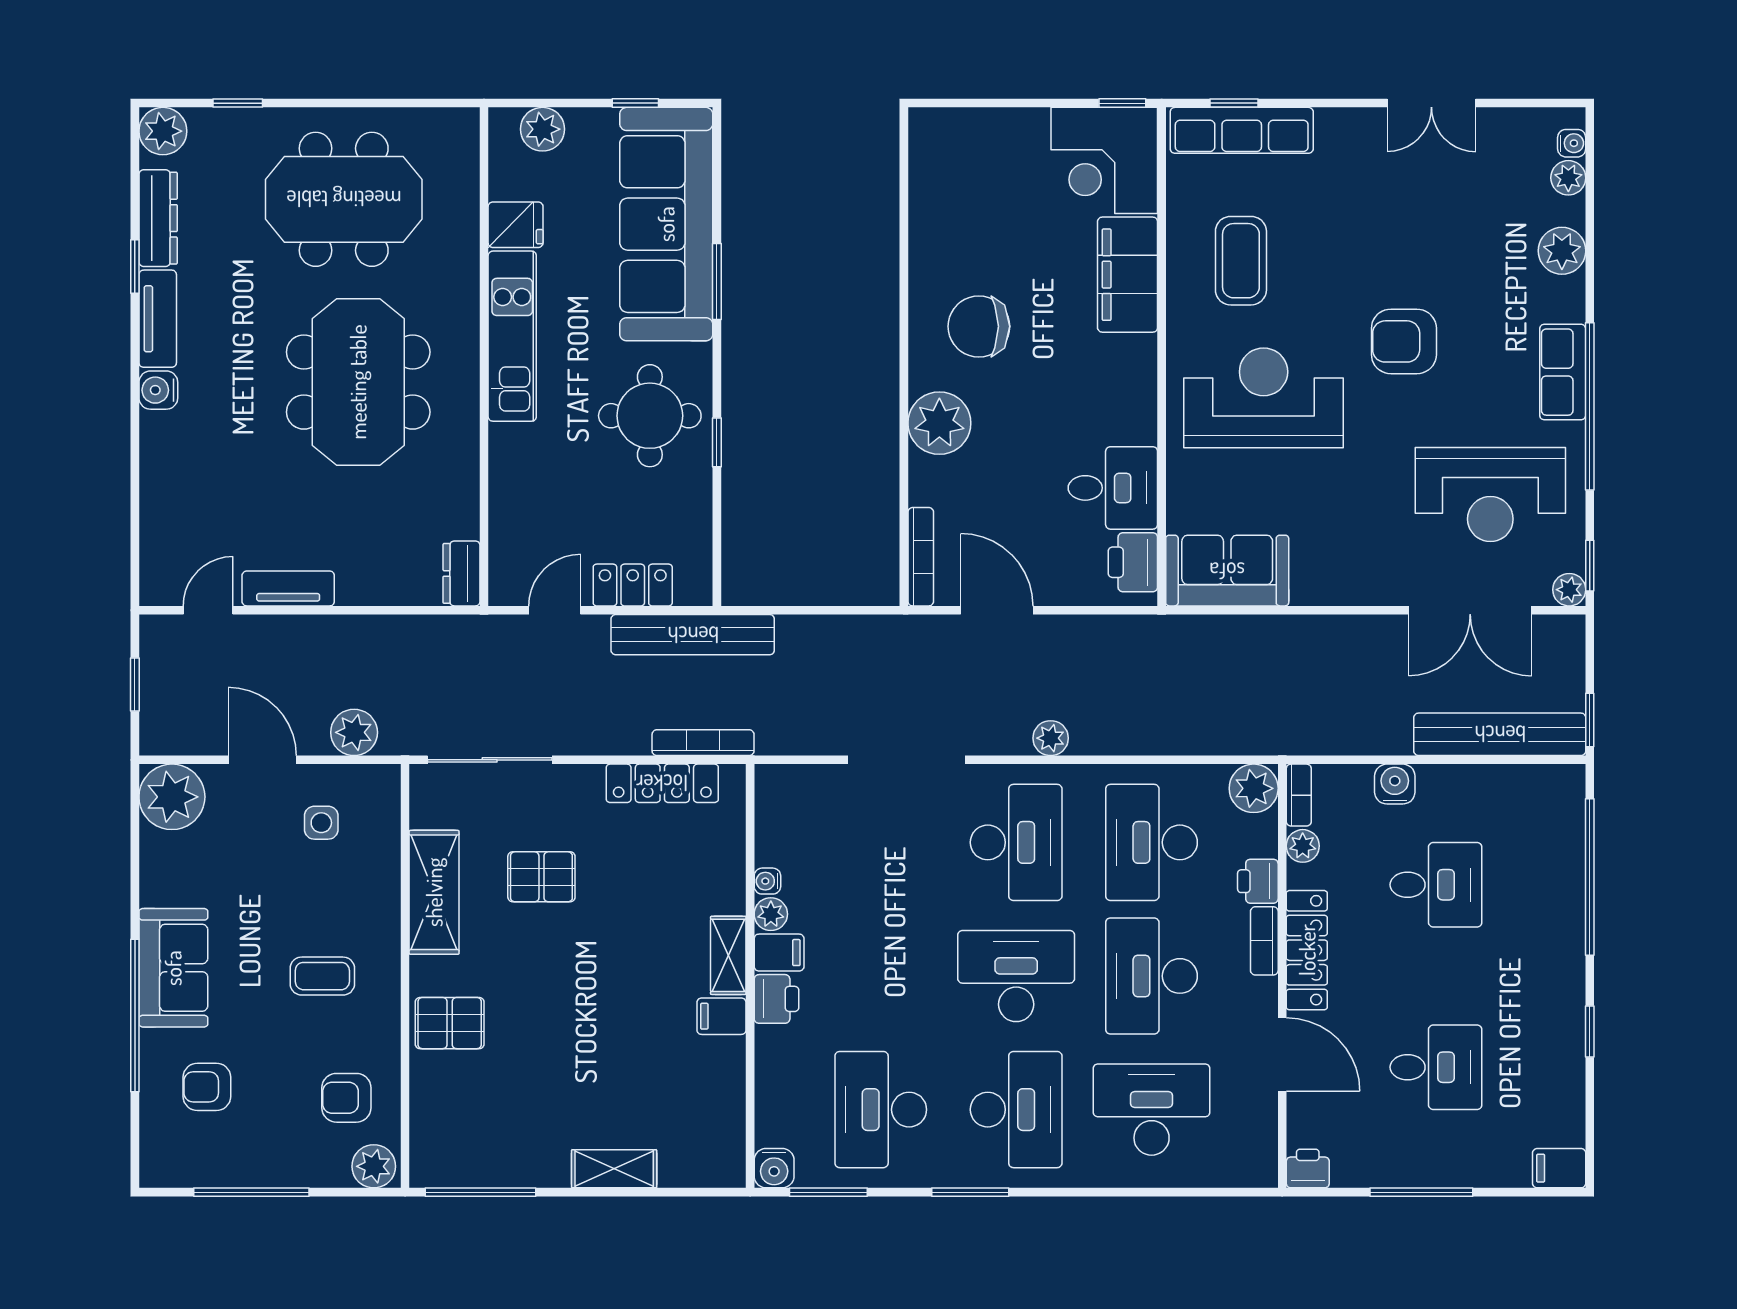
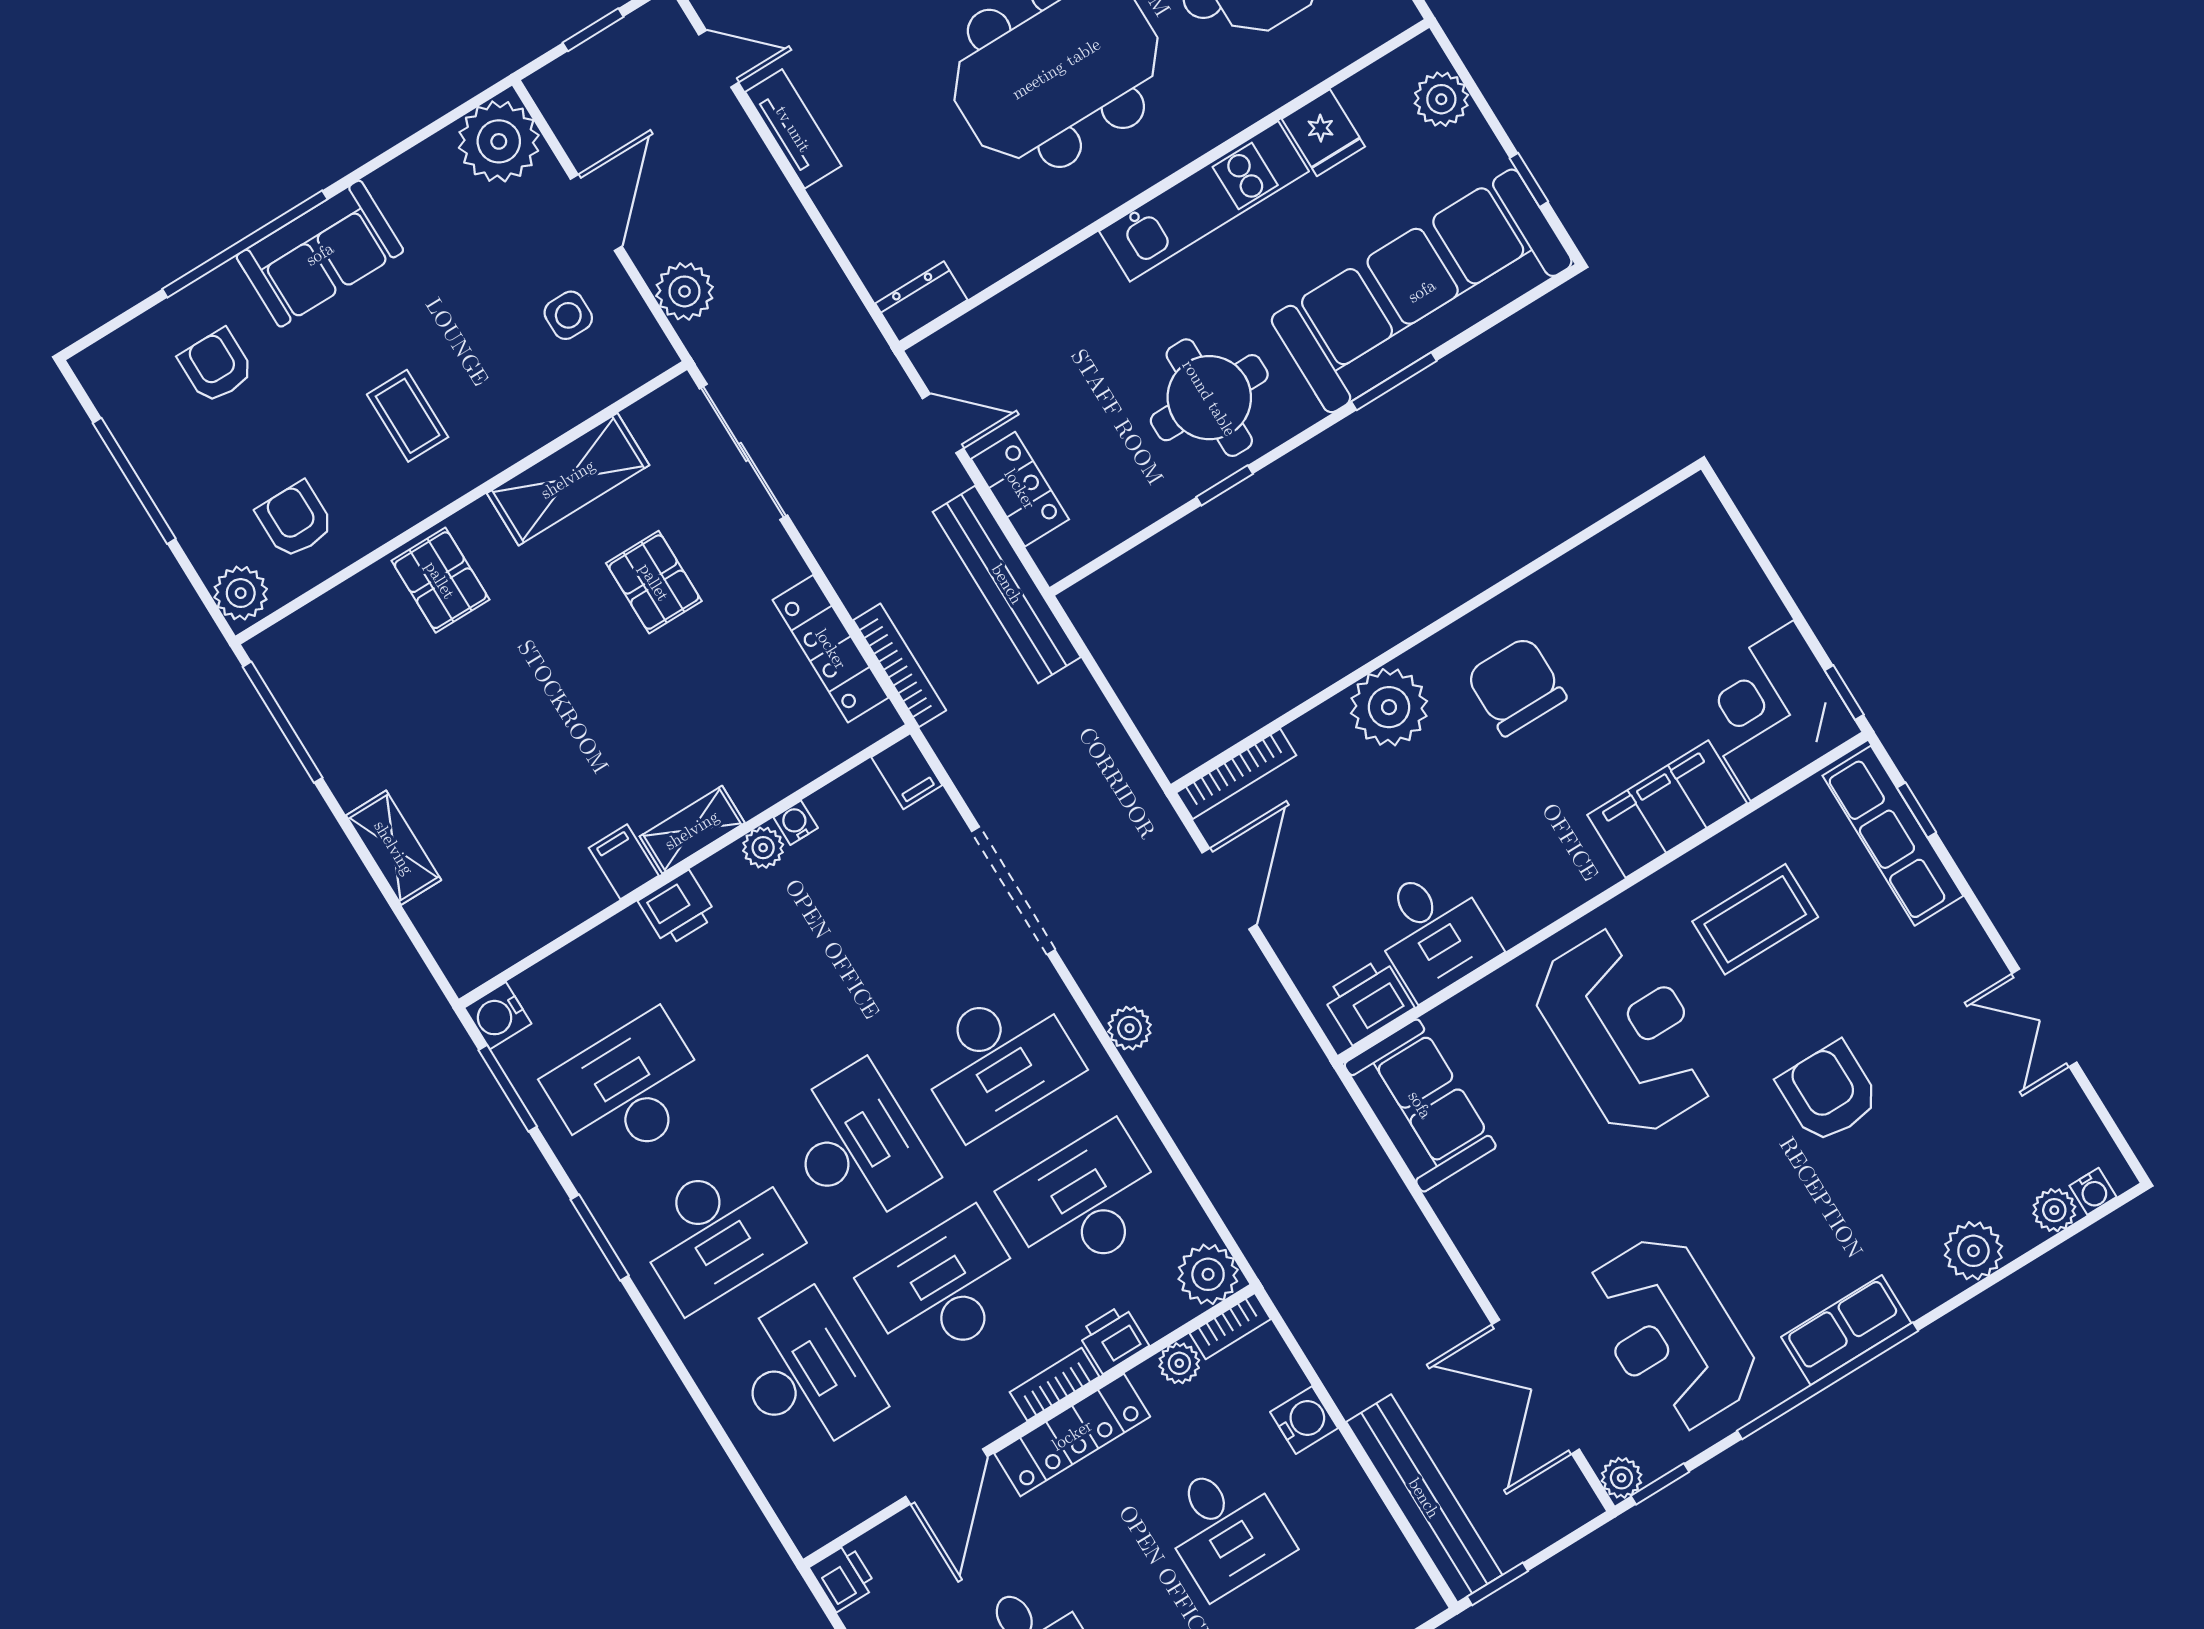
armchair: (1404, 341) -> (1829, 1092), moved
filing cabinet: (779, 953) -> (907, 771), moved

